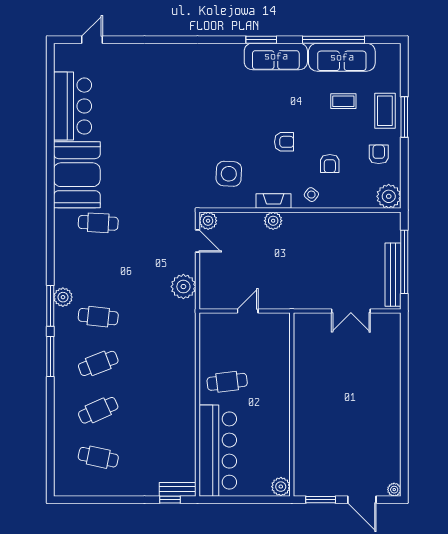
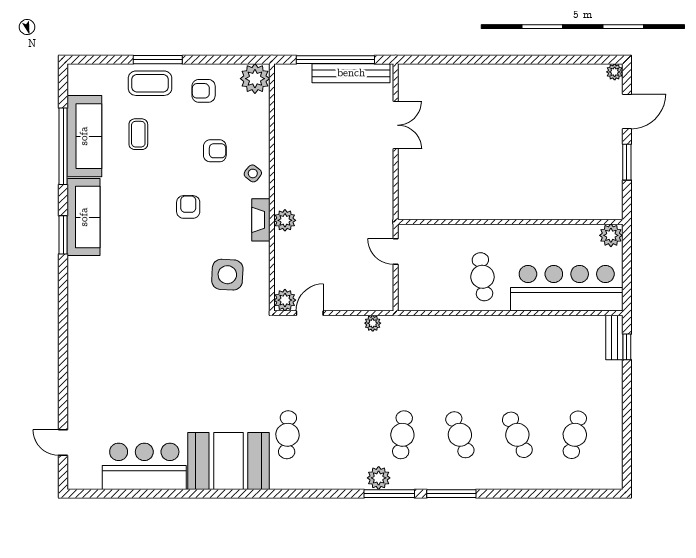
plant: (183, 287) -> (373, 323), width x0.53, depth x0.53
wall: (292, 405) -> (510, 222), moved
plant: (281, 487) -> (611, 235), moved

